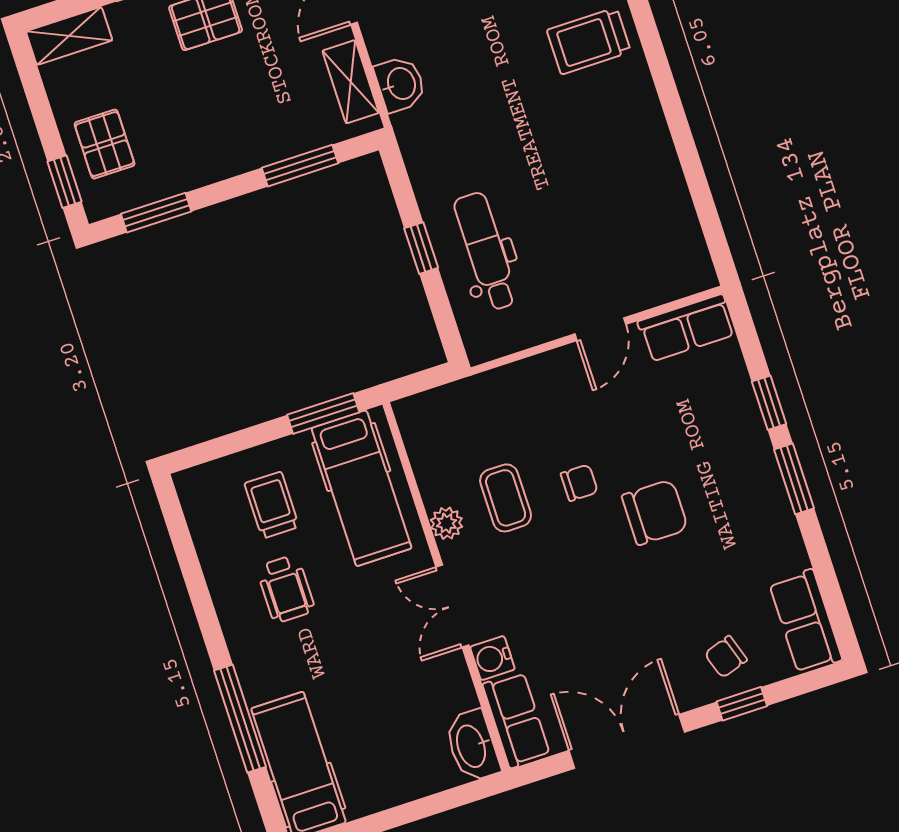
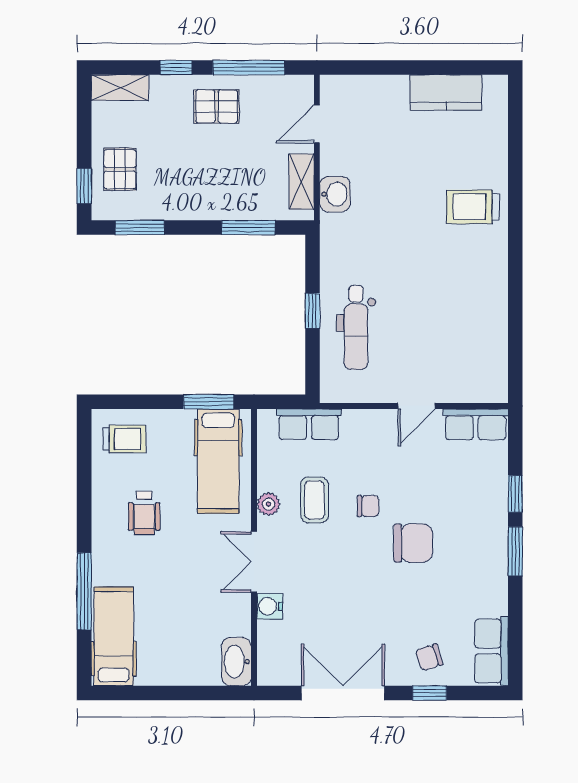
dental chair: (486, 251) -> (356, 327), turned 180
trolley: (272, 505) -> (125, 439), moved, turned 90
row of seats: (516, 720) -> (309, 424), moved, turned 90

